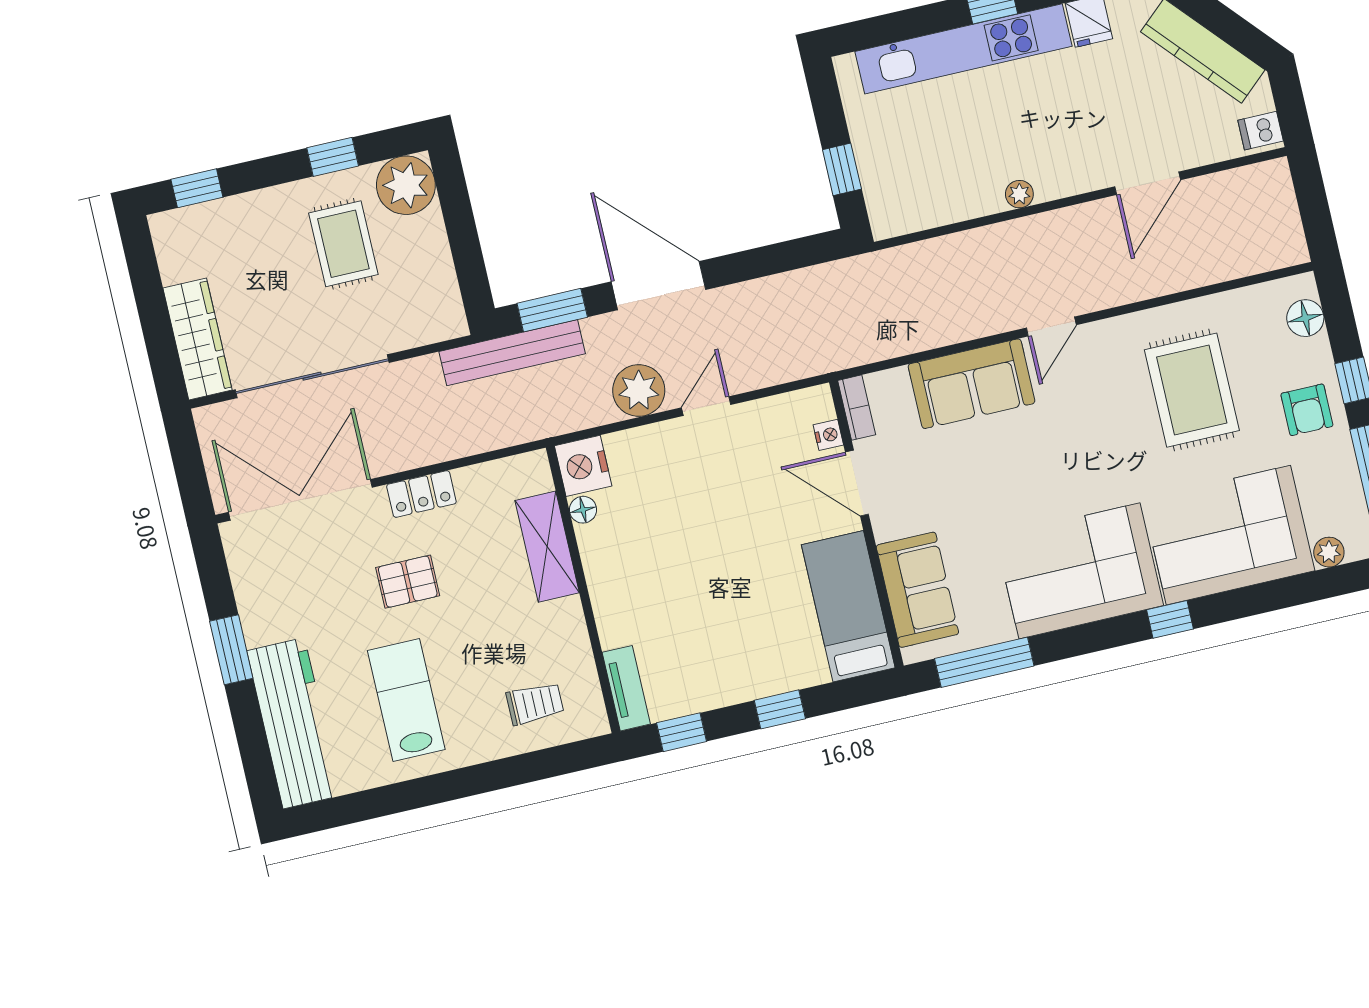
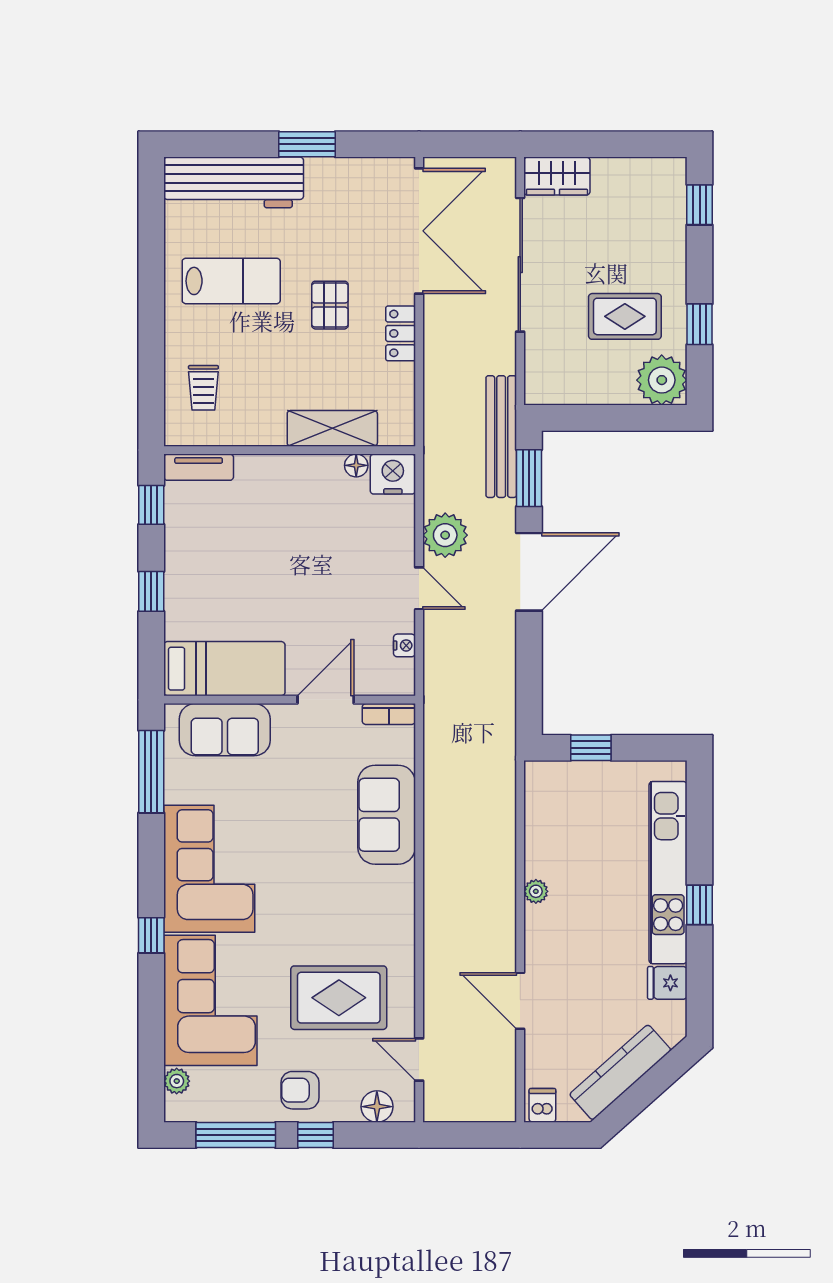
door: (1051, 326) -> (419, 1059), moved
wardrobe: (198, 339) -> (557, 176), width x0.67
nightstand: (828, 435) -> (404, 645), moved, turned -90

